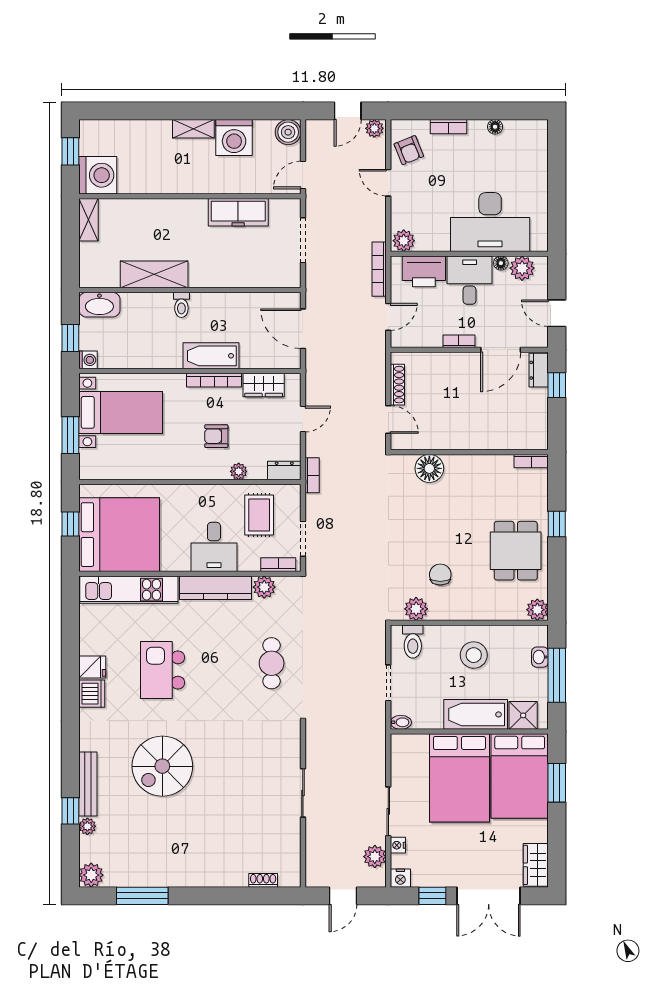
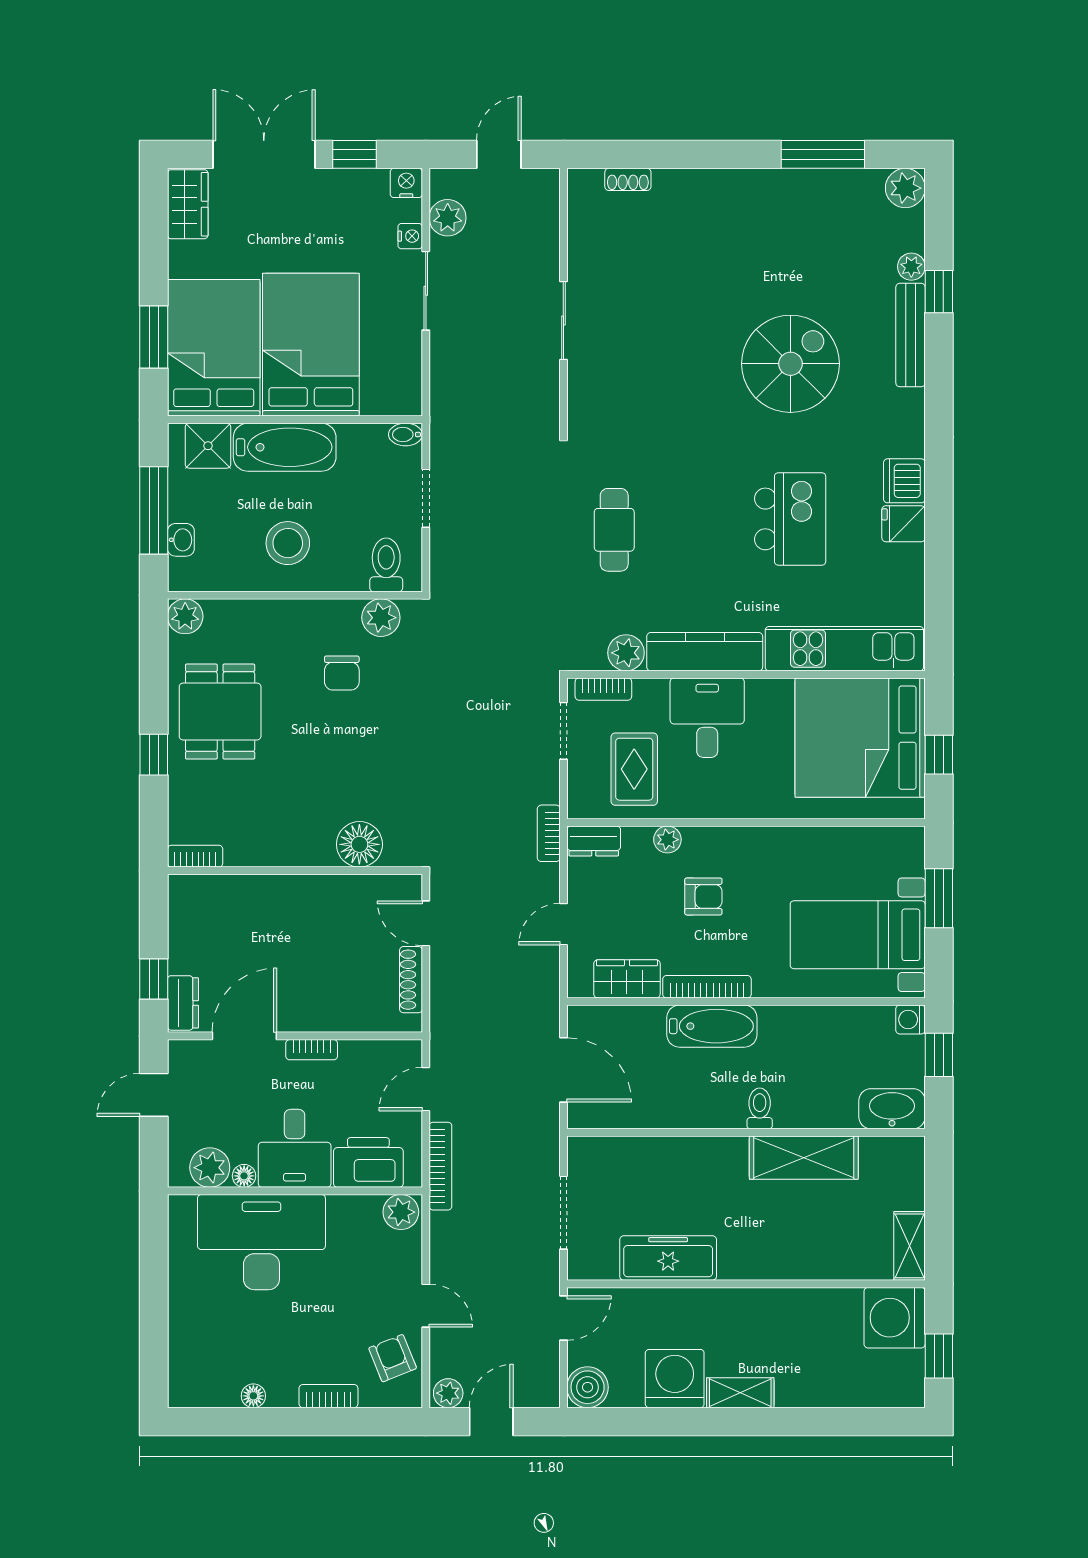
door: (557, 313) -> (154, 1095), swing flipped

